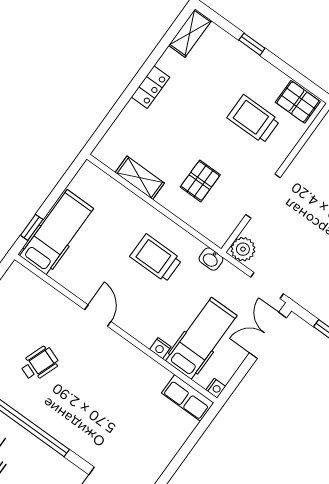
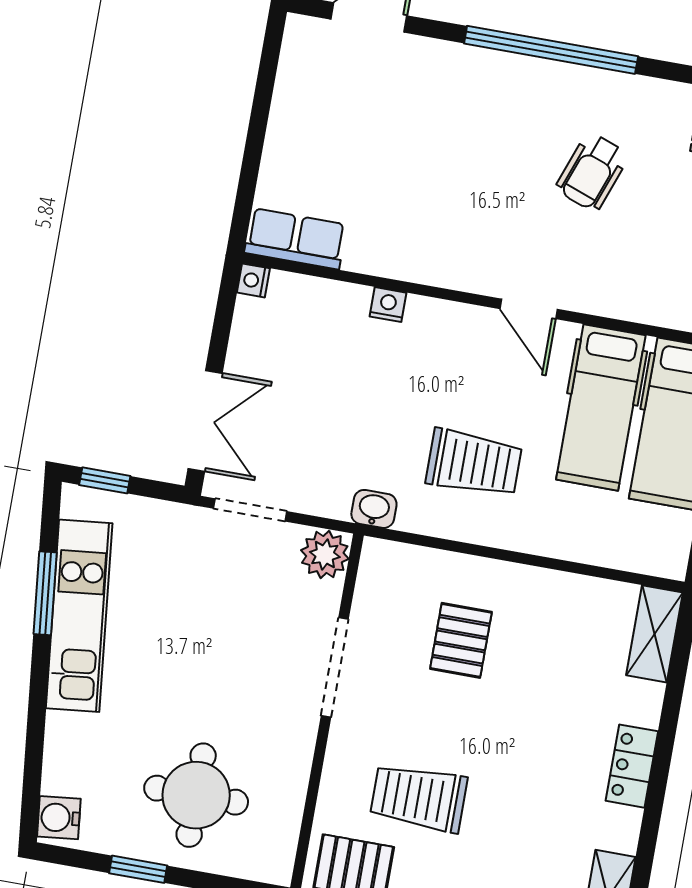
trolley: (253, 119) -> (419, 798), turned 180
shelving: (140, 178) -> (654, 634), moved, turned 90
hospital bed: (201, 338) -> (601, 407), moved

